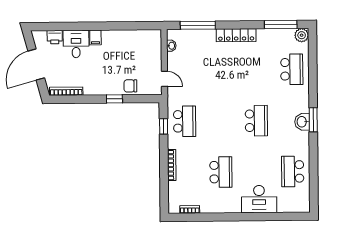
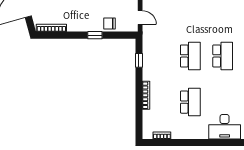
school desk: (185, 121) -> (190, 56), moved

